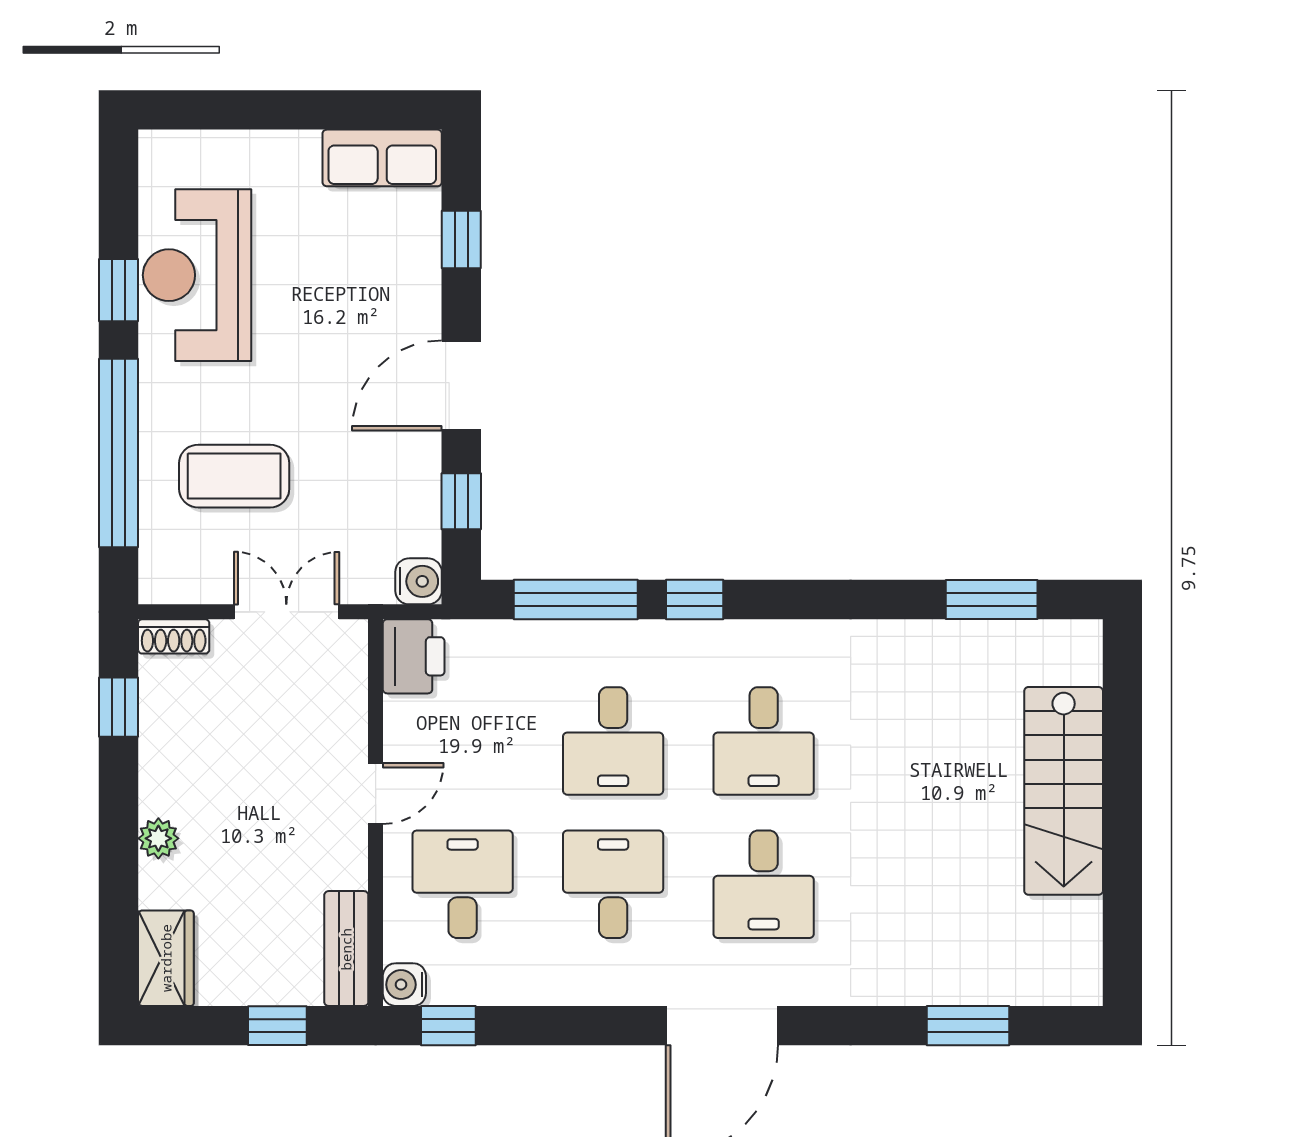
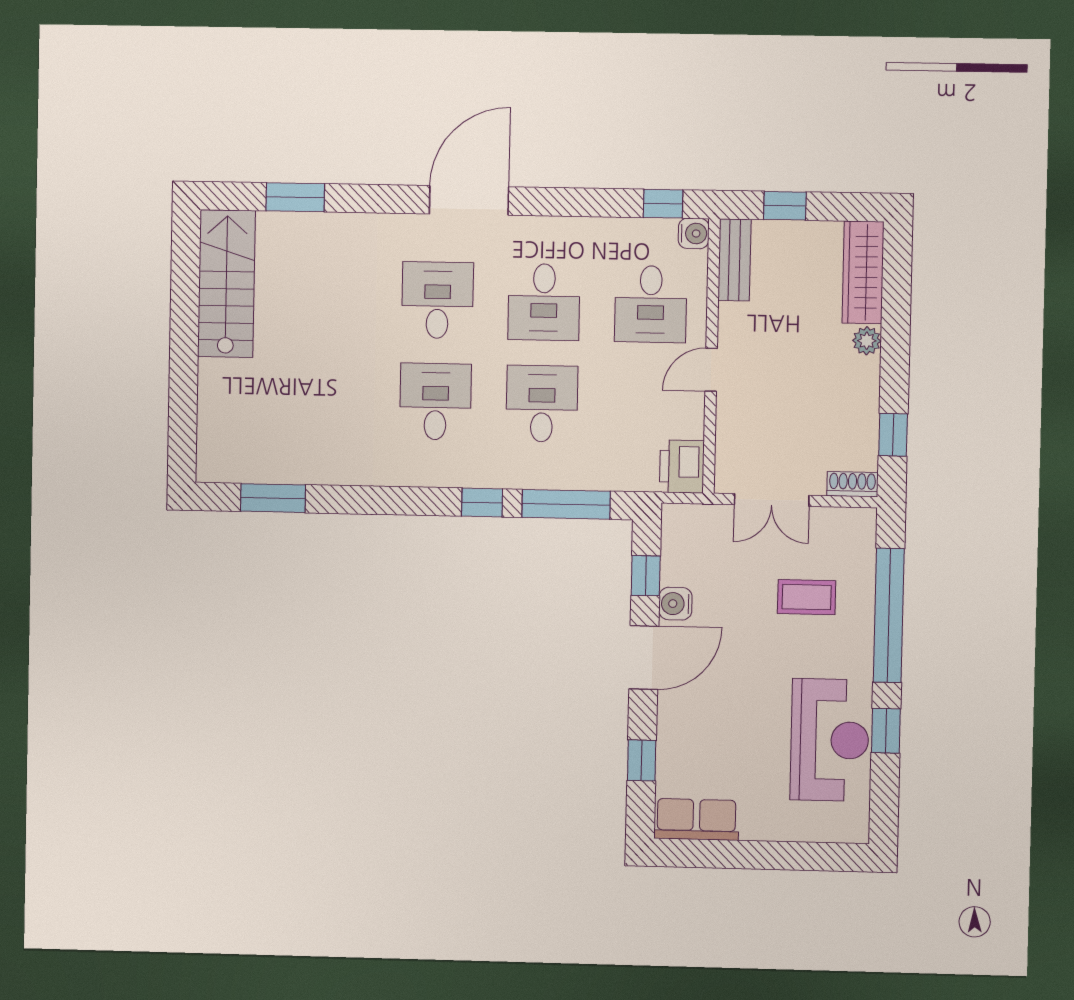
coffee table: (234, 476) -> (807, 597), width x0.73, depth x0.77
water cooler: (419, 581) -> (675, 604), moved
stairs: (1064, 791) -> (226, 284), moved
wardrobe: (166, 958) -> (863, 272), width x1.50

